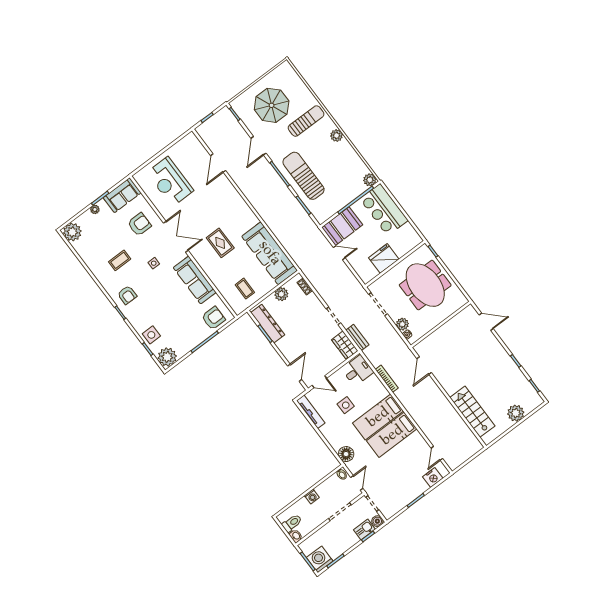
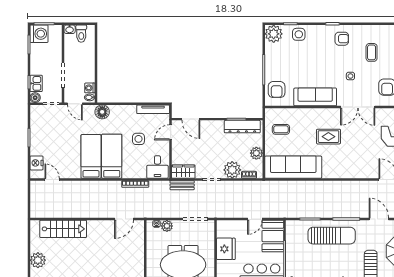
armchair: (127, 295) -> (342, 39), turned 180
plant: (311, 304) -> (232, 170), added
door: (424, 366) -> (124, 219), swing flipped
washing machine: (312, 497) -> (90, 88), moved

